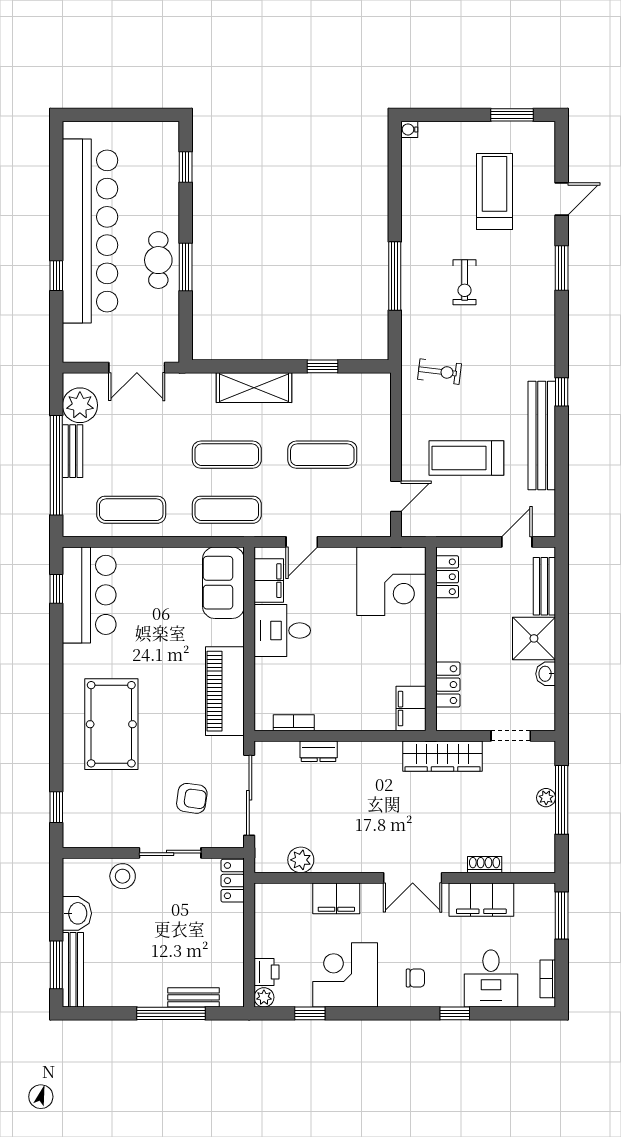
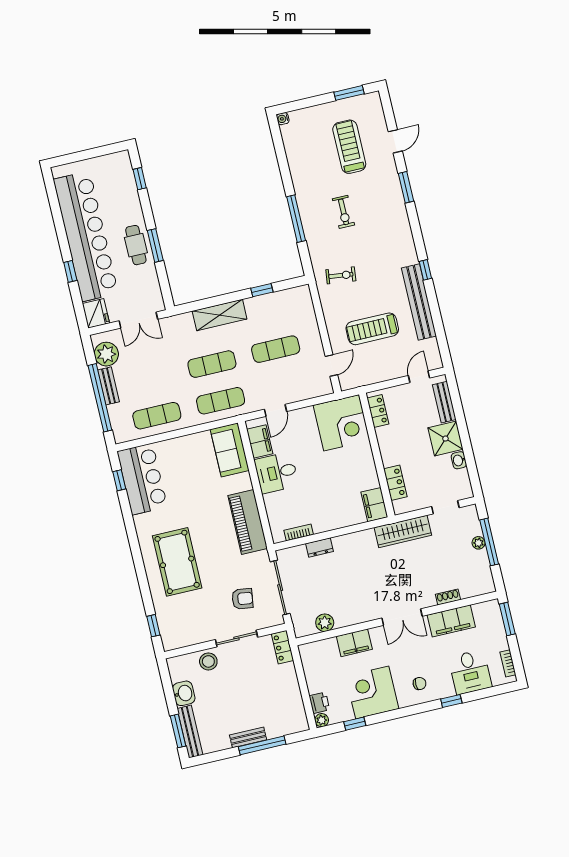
fridge: (79, 344) -> (96, 313), added
bench: (194, 997) -> (248, 737), moved

